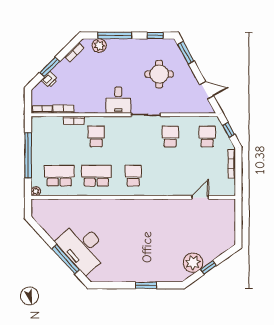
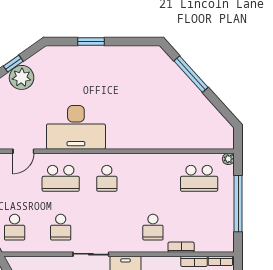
school desk: (96, 176) -> (61, 178), moved
desk: (83, 247) -> (76, 127), moved, turned 132
plant: (193, 263) -> (22, 77), moved

